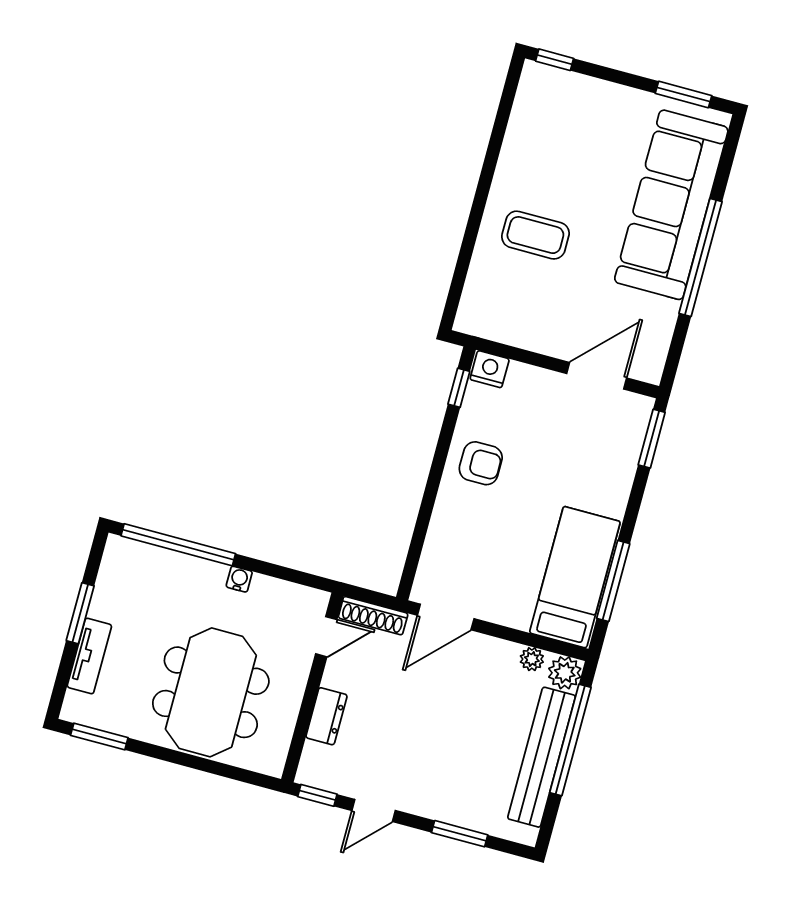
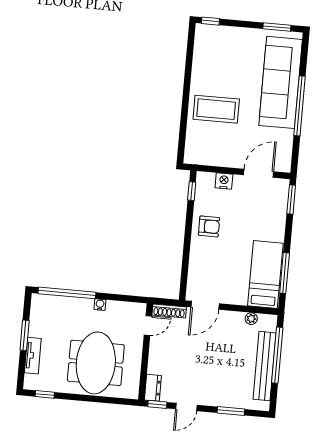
coffee table: (535, 235) -> (216, 109), width x1.36, depth x1.32
nightstand: (490, 369) -> (224, 181), moved
plant: (565, 673) -> (269, 322), removed
dresser: (327, 716) -> (153, 388), moved
window: (99, 736) -> (45, 394), width x0.67

